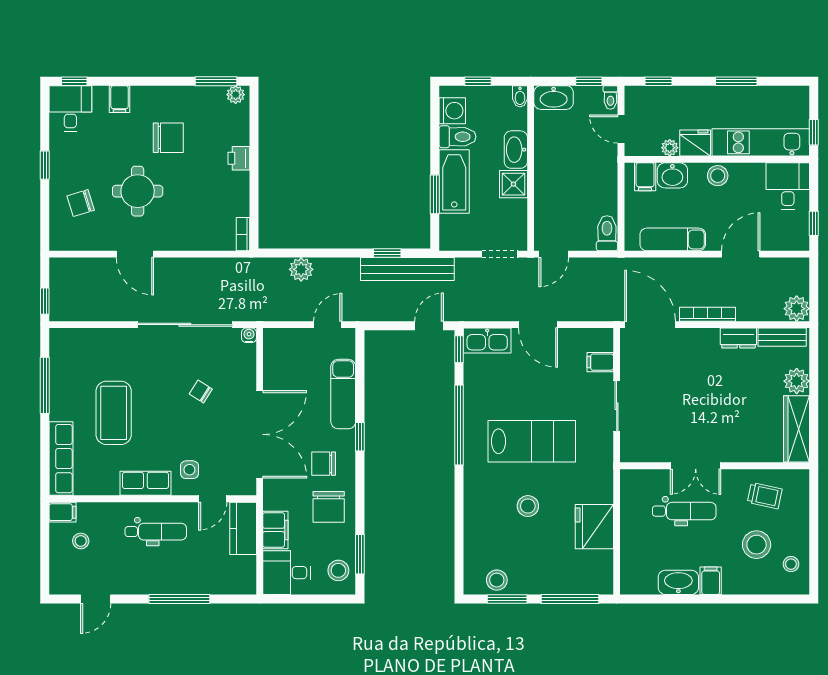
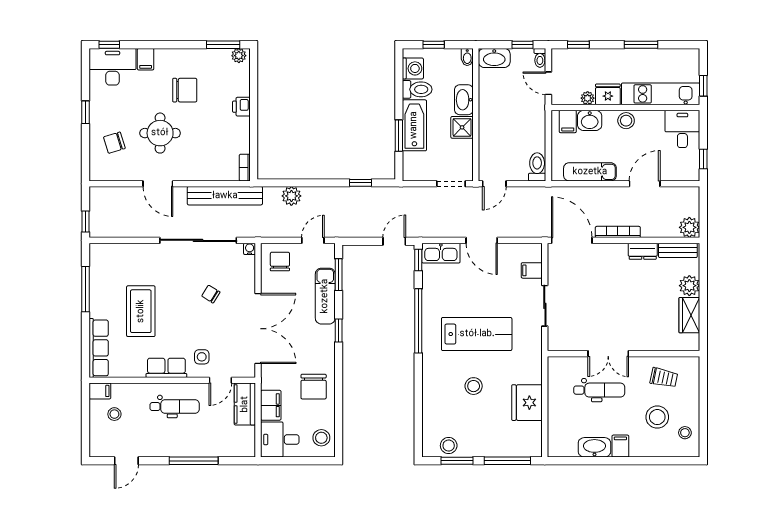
desk: (70, 109) -> (112, 67), width x1.37
bench: (407, 269) -> (225, 196), moved
wardrobe: (797, 429) -> (689, 315), width x0.67
chair: (324, 464) -> (280, 262), moved, turned 90
window: (360, 554) -> (339, 275), moved

